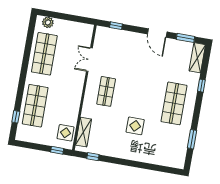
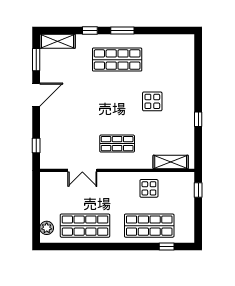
display table: (66, 133) -> (149, 188), moved
window: (192, 139) -> (122, 30), moved
window: (93, 157) -> (198, 119), moved

